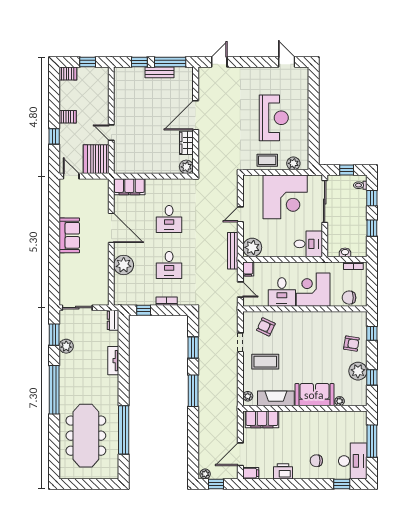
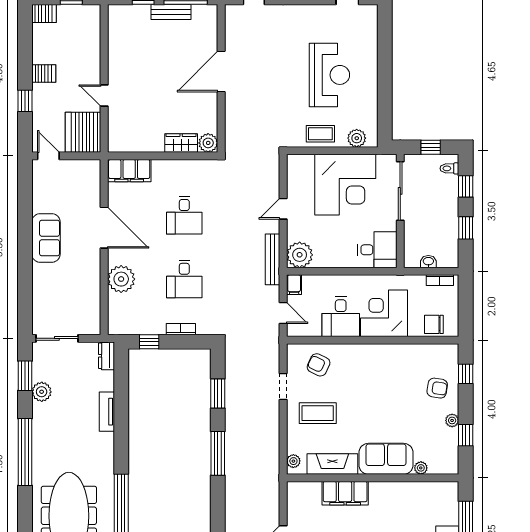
wardrobe: (186, 143) -> (181, 143), moved, turned 90
plant: (358, 371) -> (452, 420), width x0.53, depth x0.53
filing cabinet: (262, 419) -> (345, 493), moved

